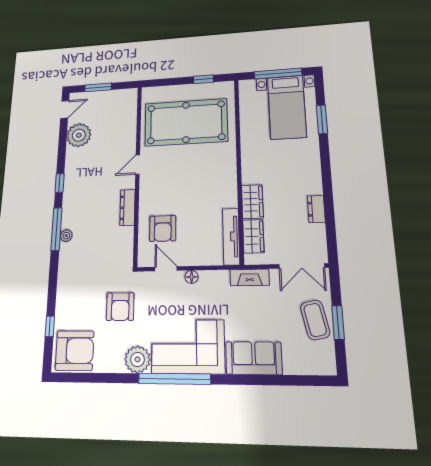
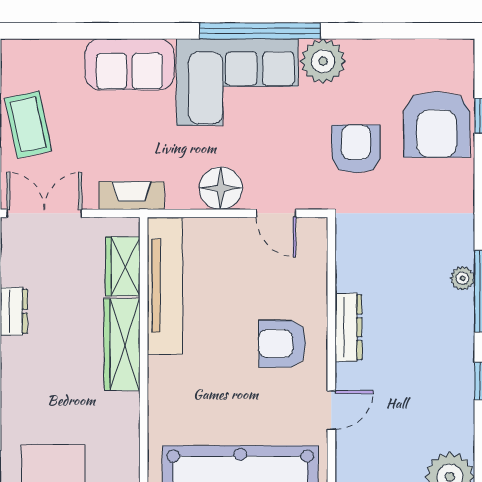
wardrobe: (252, 202) -> (122, 345), width x1.50
armchair: (163, 228) -> (282, 344), moved, turned -90
tv unit: (231, 236) -> (165, 286), width x1.36, depth x1.29
floor lamp: (192, 277) -> (221, 188), width x1.89, depth x1.89
armchair: (75, 351) -> (437, 124), moved, turned -90

